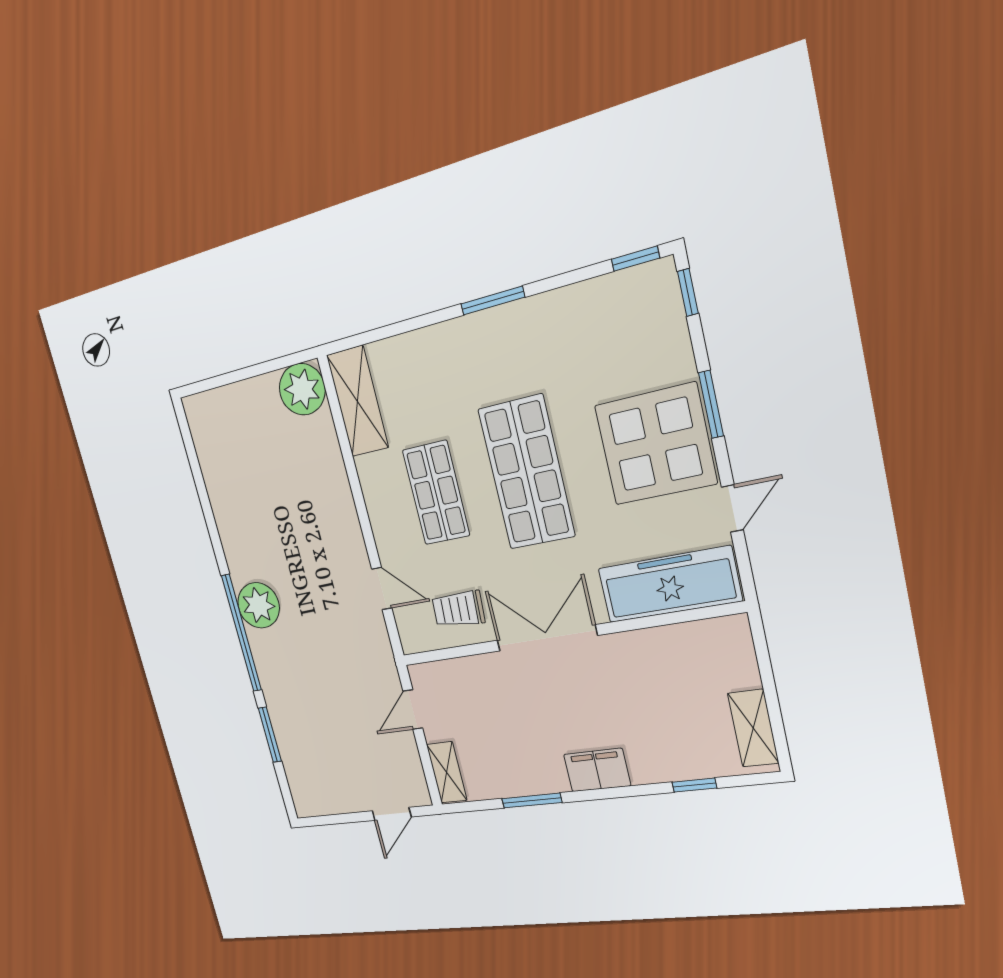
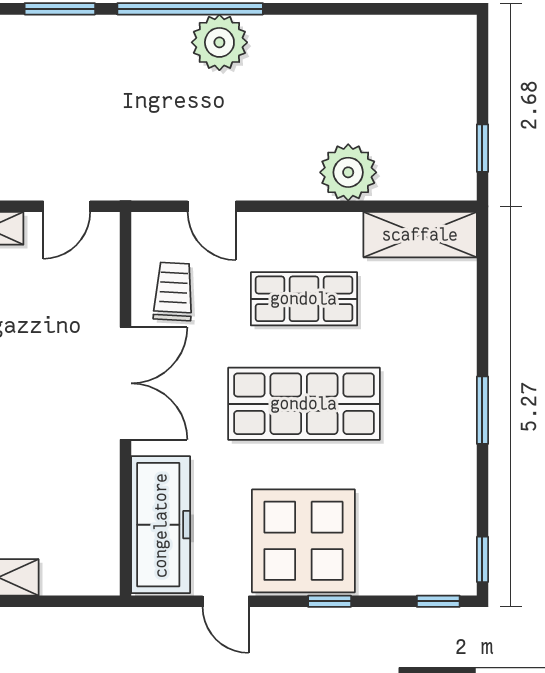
window: (276, 364) -> (482, 148), added
plant: (302, 389) -> (348, 172), moved
window: (711, 404) -> (330, 601), width x0.67
door: (382, 589) -> (212, 206), hinge flipped
door: (413, 710) -> (67, 206), swing flipped

